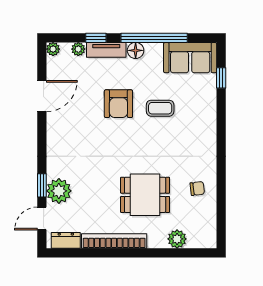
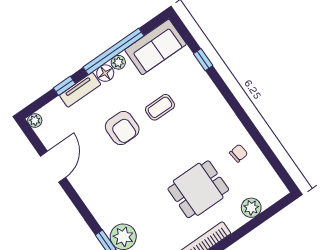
plant: (78, 49) -> (118, 62), moved
window: (221, 78) -> (203, 60), moved

